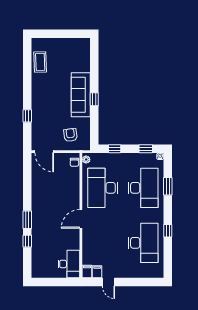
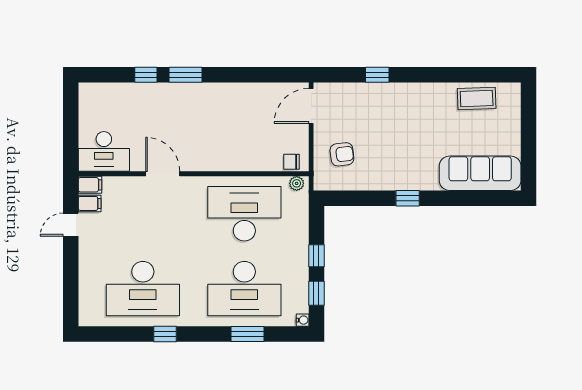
sofa: (81, 95) -> (480, 173), moved
window: (115, 149) -> (316, 256), moved
door: (81, 219) -> (163, 174), moved

